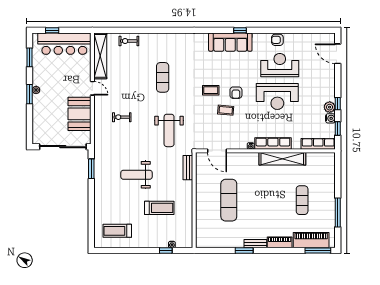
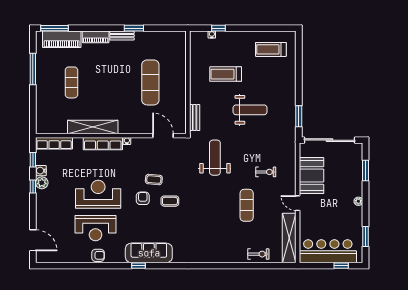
exercise mat: (163, 77) -> (247, 205), moved
window: (29, 94) -> (365, 170), moved
treadmill: (117, 231) -> (271, 49), turned 180

